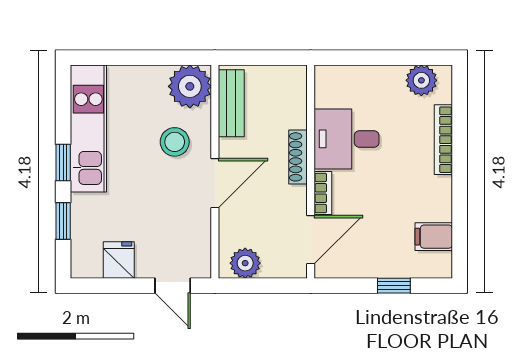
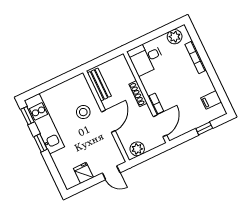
plant: (190, 86) -> (79, 86), removed
desk: (347, 139) -> (146, 58), moved
window: (63, 221) -> (27, 116), moved

